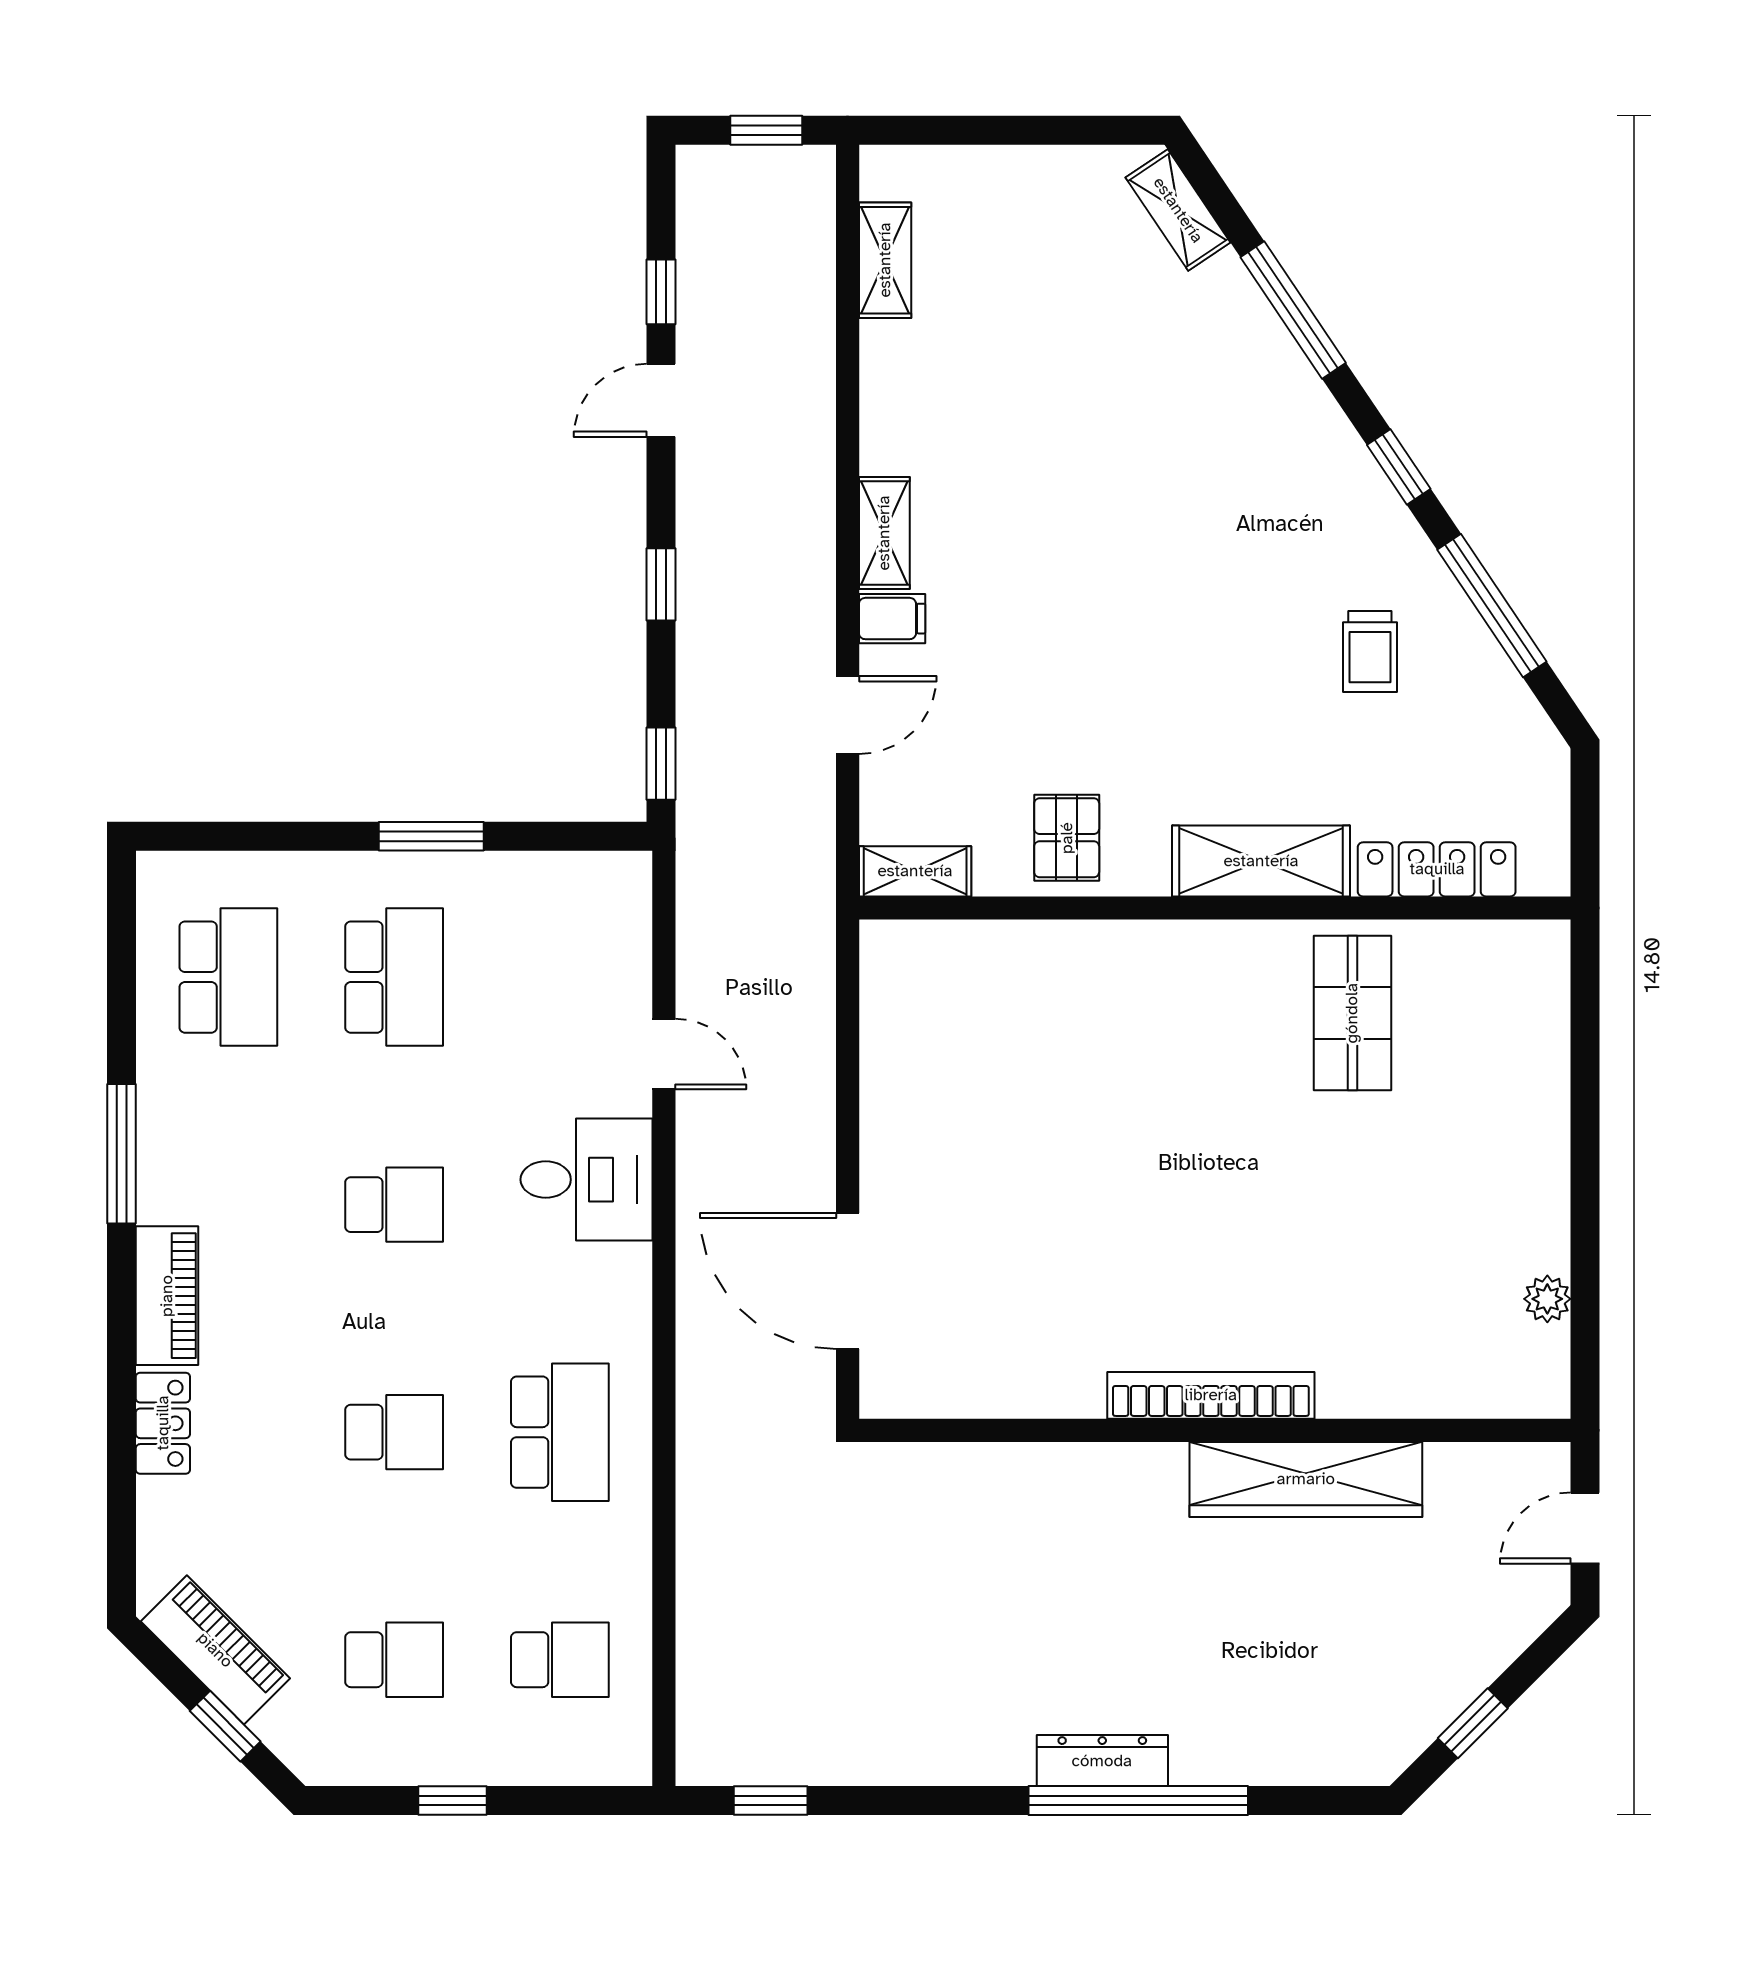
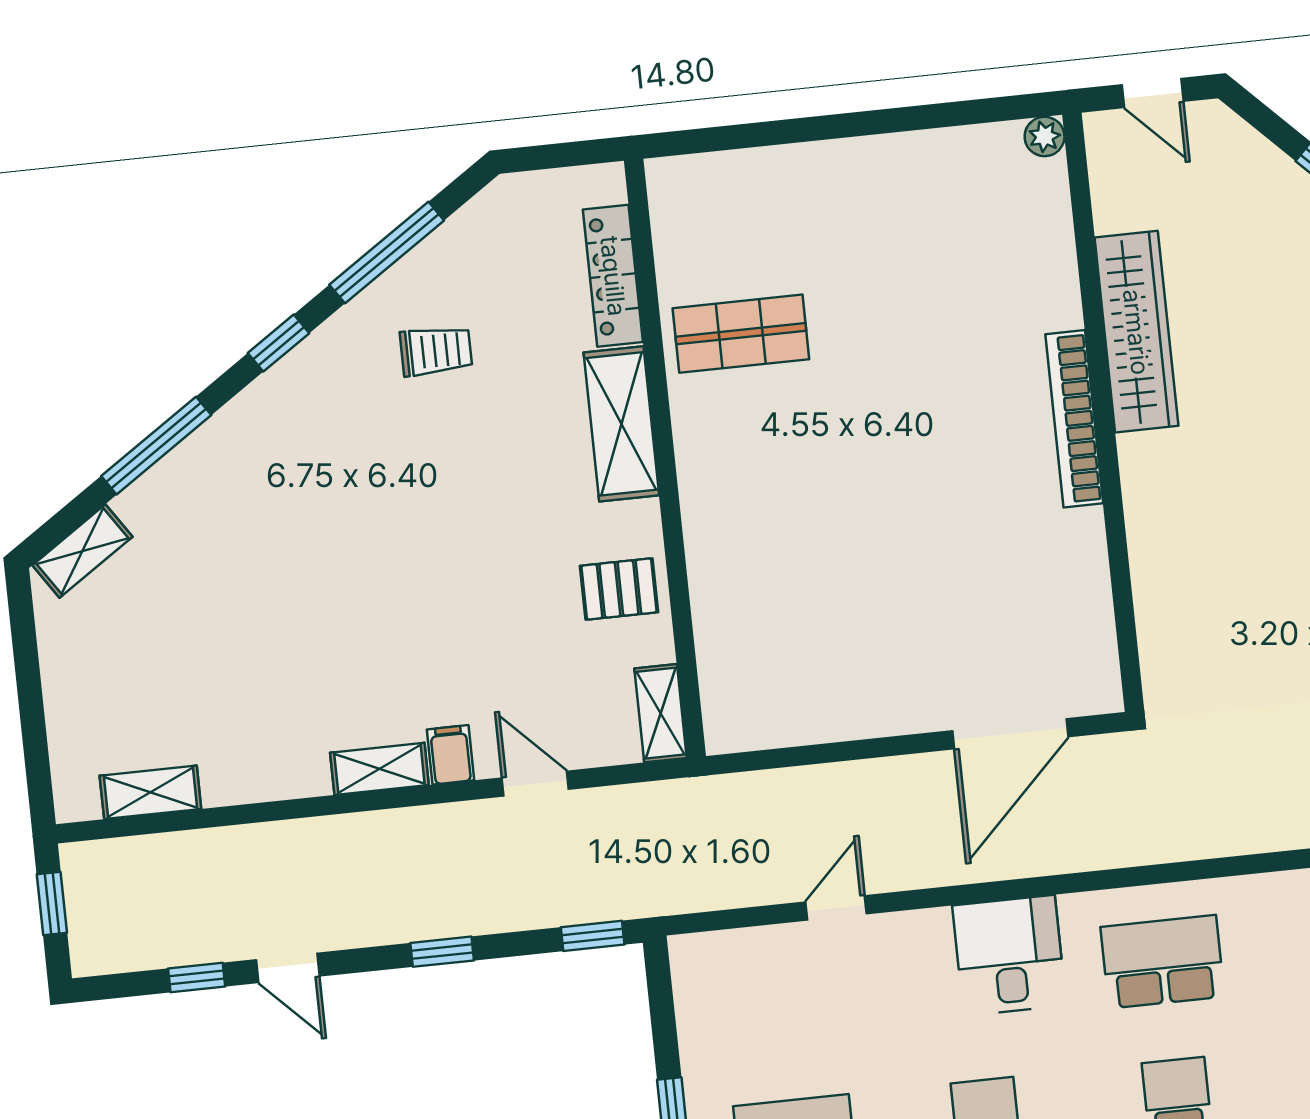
desk: (587, 1180) -> (1009, 955), moved
plant: (1547, 1299) -> (1045, 137), moved

